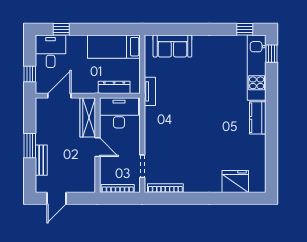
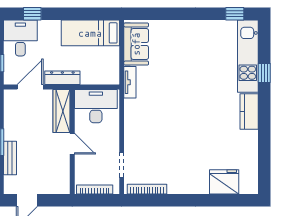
sofa: (172, 46) -> (136, 44), moved, turned -90
window: (271, 54) -> (264, 73), moved
dresser: (114, 87) -> (62, 78), moved

